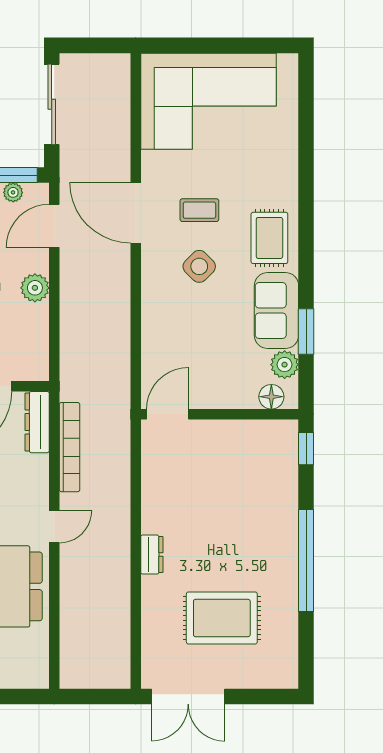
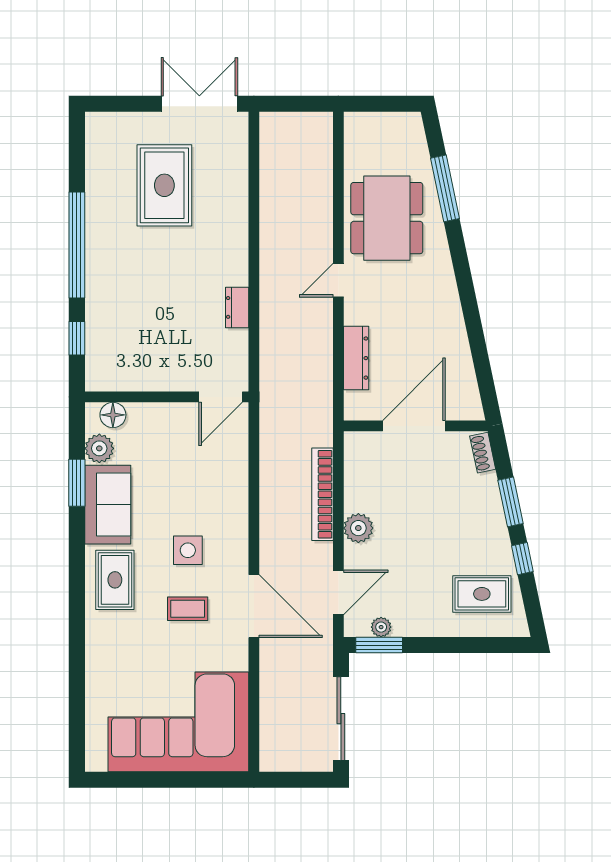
side table: (199, 266) -> (188, 550), turned 45
dresser: (37, 422) -> (356, 358), moved
bookcase: (70, 447) -> (322, 494), moved
window: (306, 449) -> (77, 338), moved
dresser: (152, 555) -> (237, 307), moved
rug: (222, 618) -> (164, 185), turned 90

